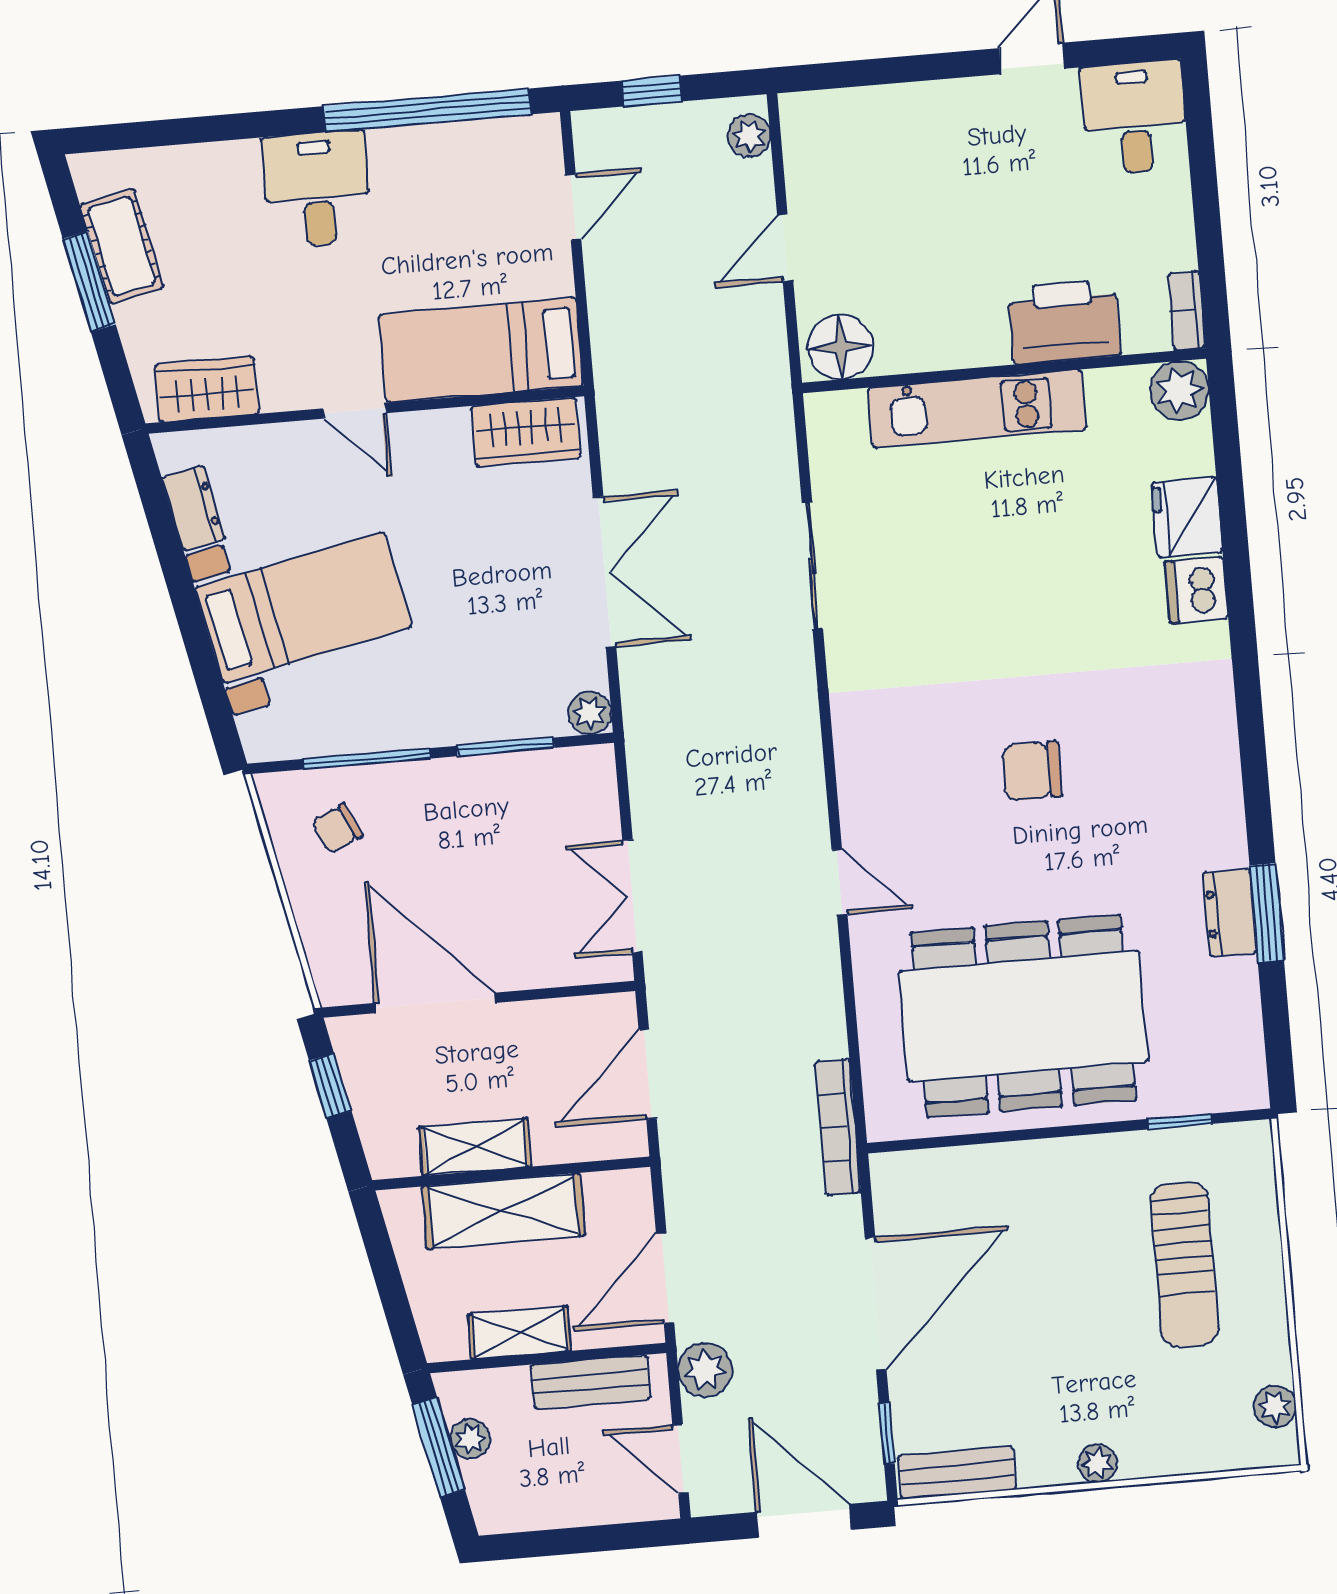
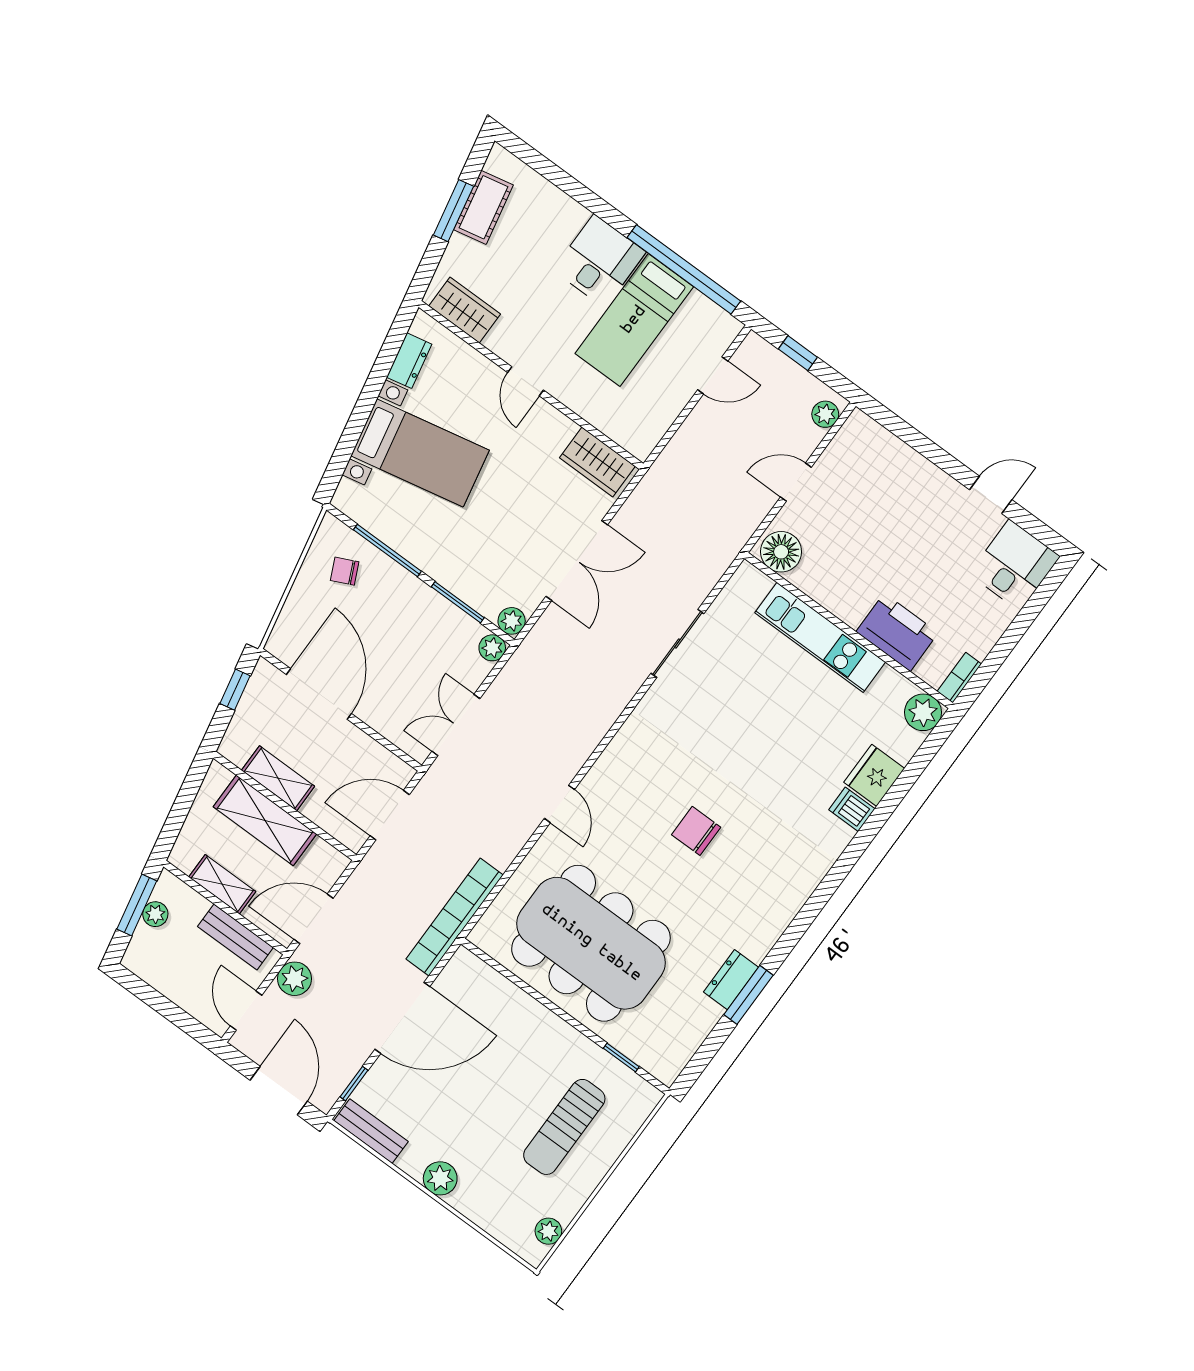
bed: (481, 350) -> (634, 320), moved, turned -90
dishwasher: (1197, 590) -> (852, 809), width x0.73
plant: (595, 765) -> (492, 648), added
bookcase: (838, 1127) -> (455, 917), width x1.48, depth x1.31
plant: (1098, 1463) -> (440, 1178), width x1.38, depth x1.38

